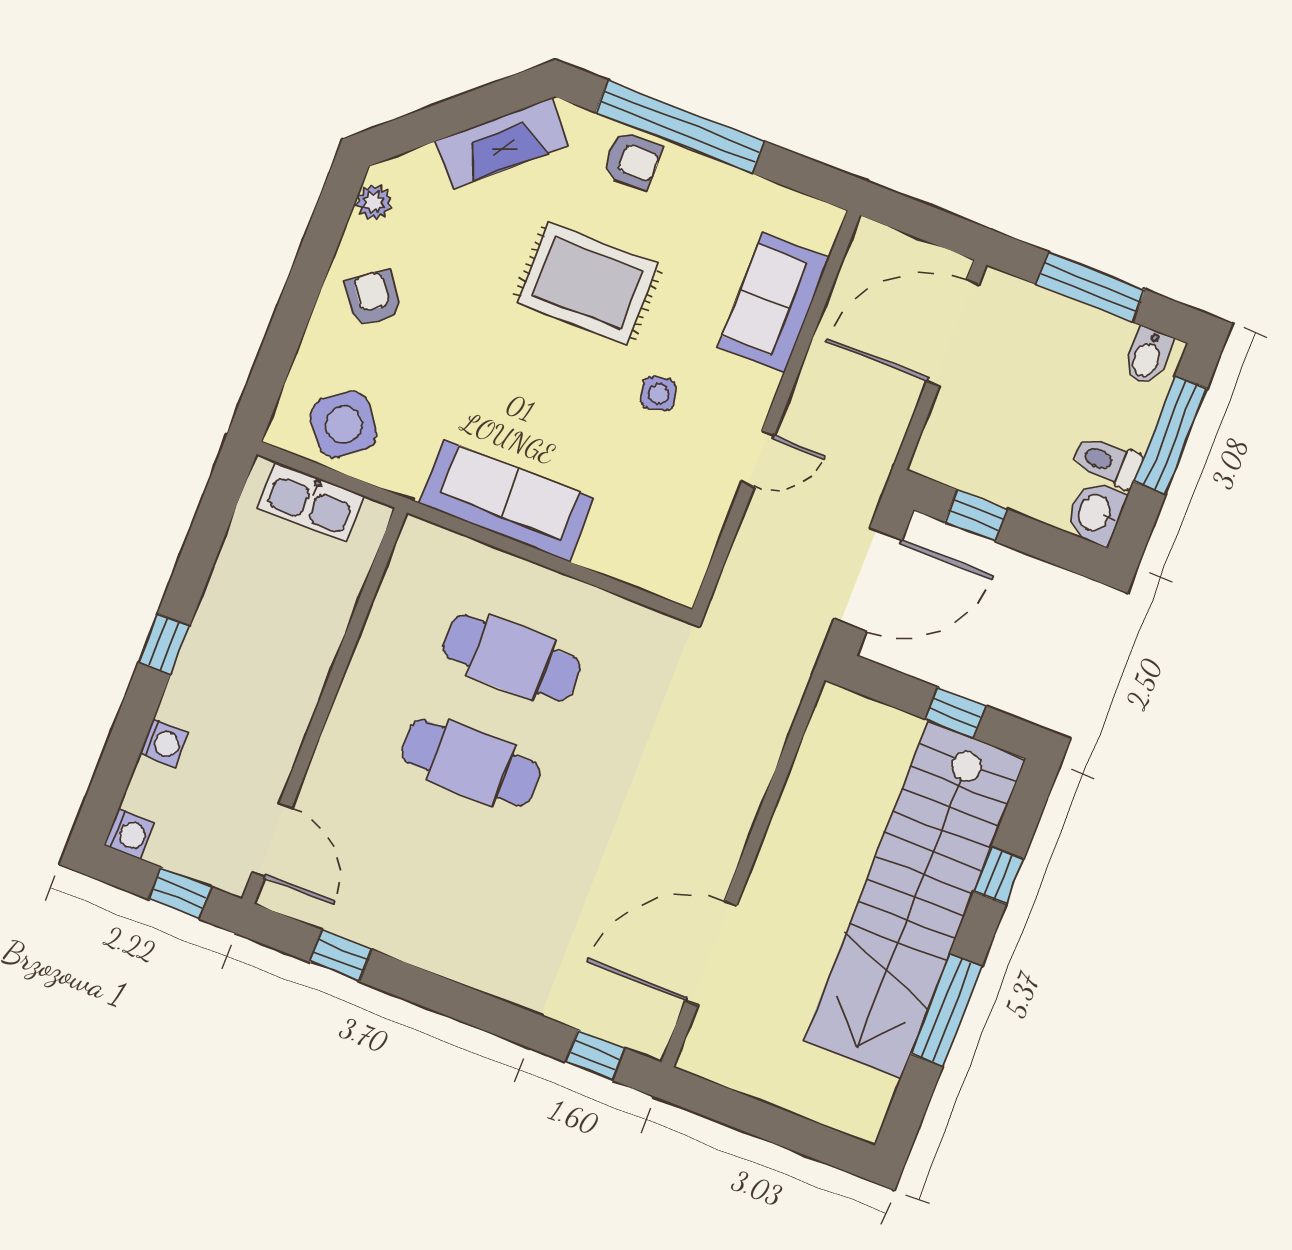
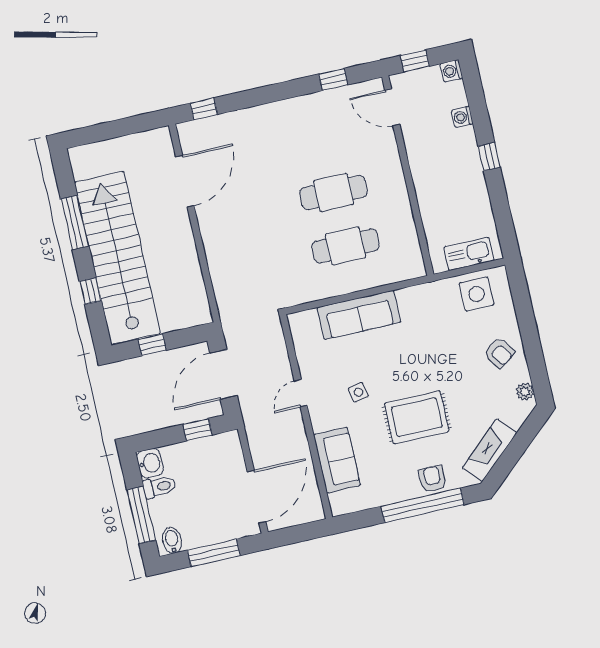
armchair: (632, 160) -> (433, 479), turned 90
side table: (344, 424) -> (477, 294), turned 37
sofa: (507, 501) -> (359, 315), moved

